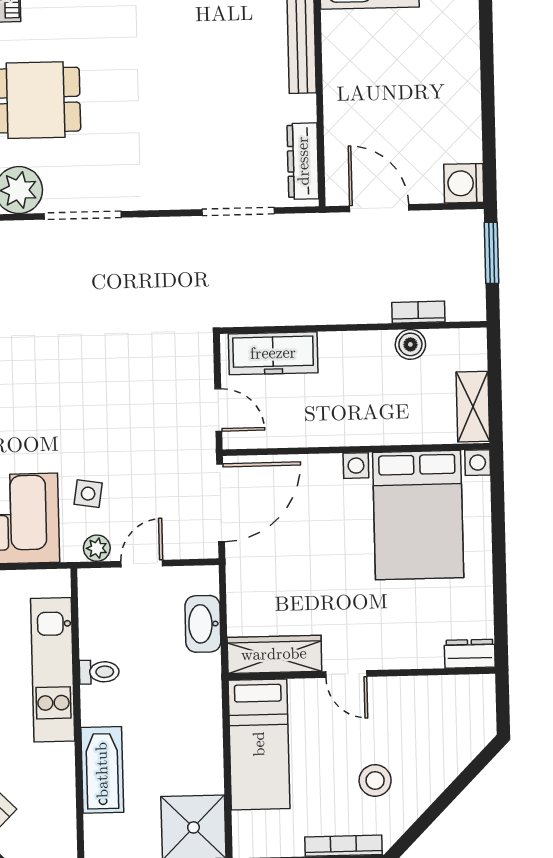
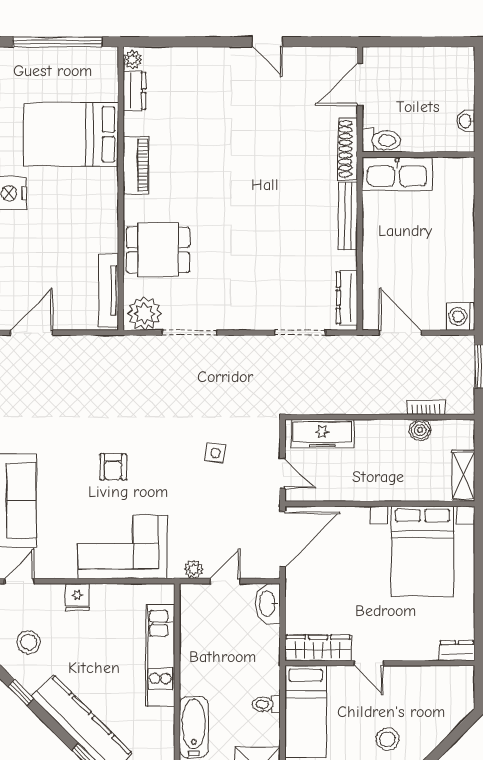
side table: (88, 494) -> (215, 453), moved
washbasin: (203, 624) -> (268, 604), moved
toilet: (99, 672) -> (266, 704), moved, turned 180

